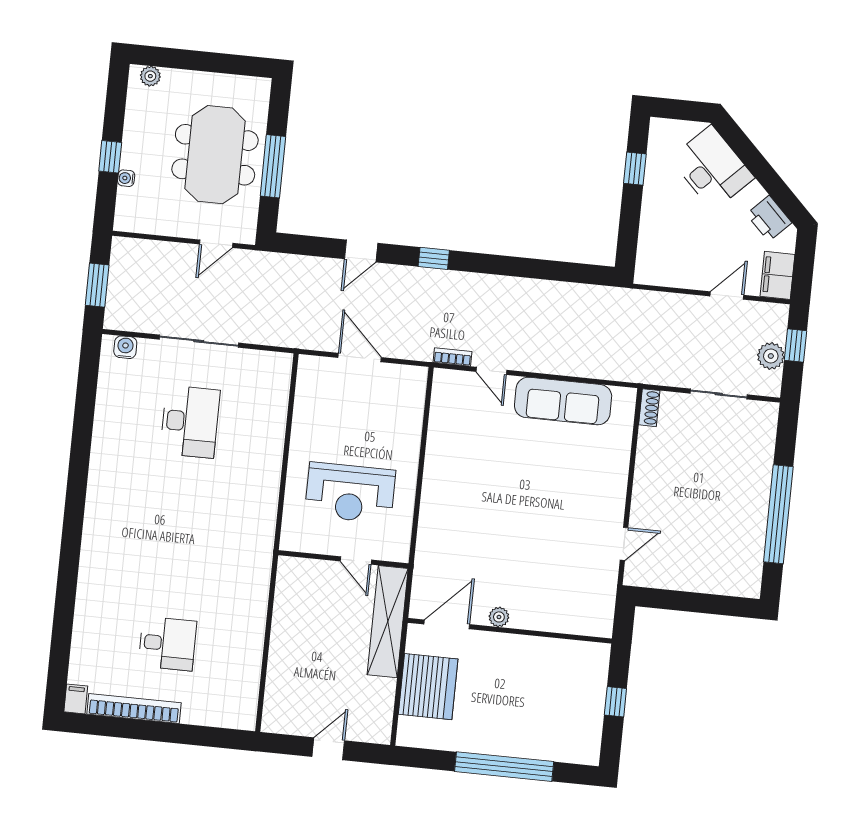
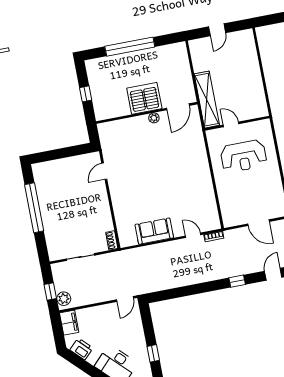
door: (727, 296) -> (125, 299), moved
plant: (771, 356) -> (64, 299), moved
sofa: (563, 401) -> (154, 231), width x0.73
reception desk: (350, 493) -> (244, 156), turned 180
server rack: (428, 687) -> (144, 98), moved, turned 90

